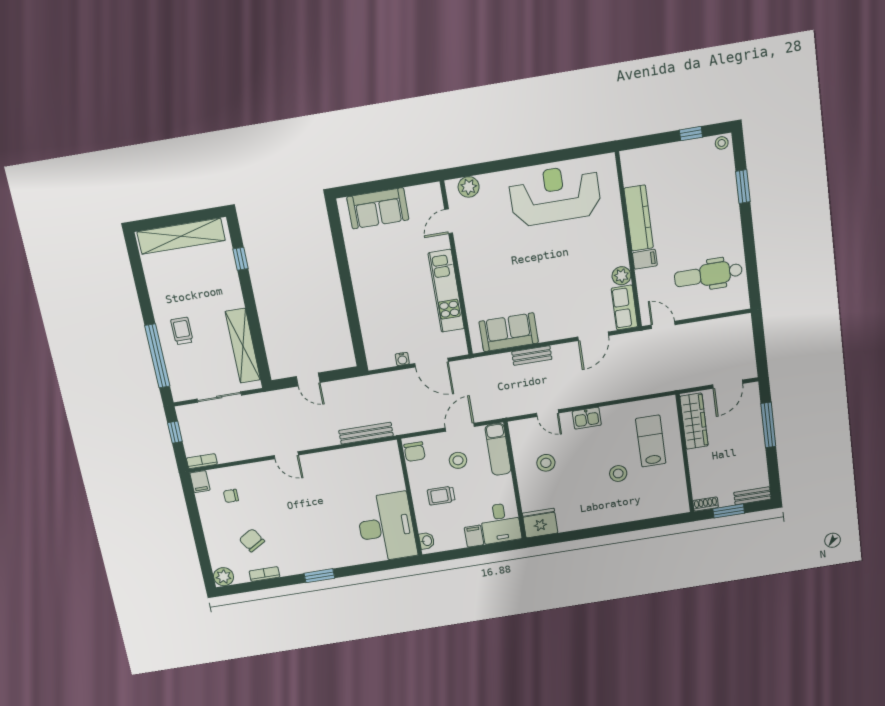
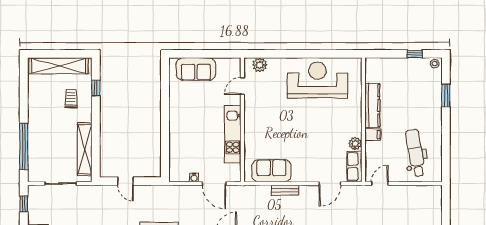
dental chair: (708, 275) -> (415, 153), turned 80
door: (663, 325) -> (380, 183), hinge flipped
trolley: (182, 331) -> (71, 98), moved

